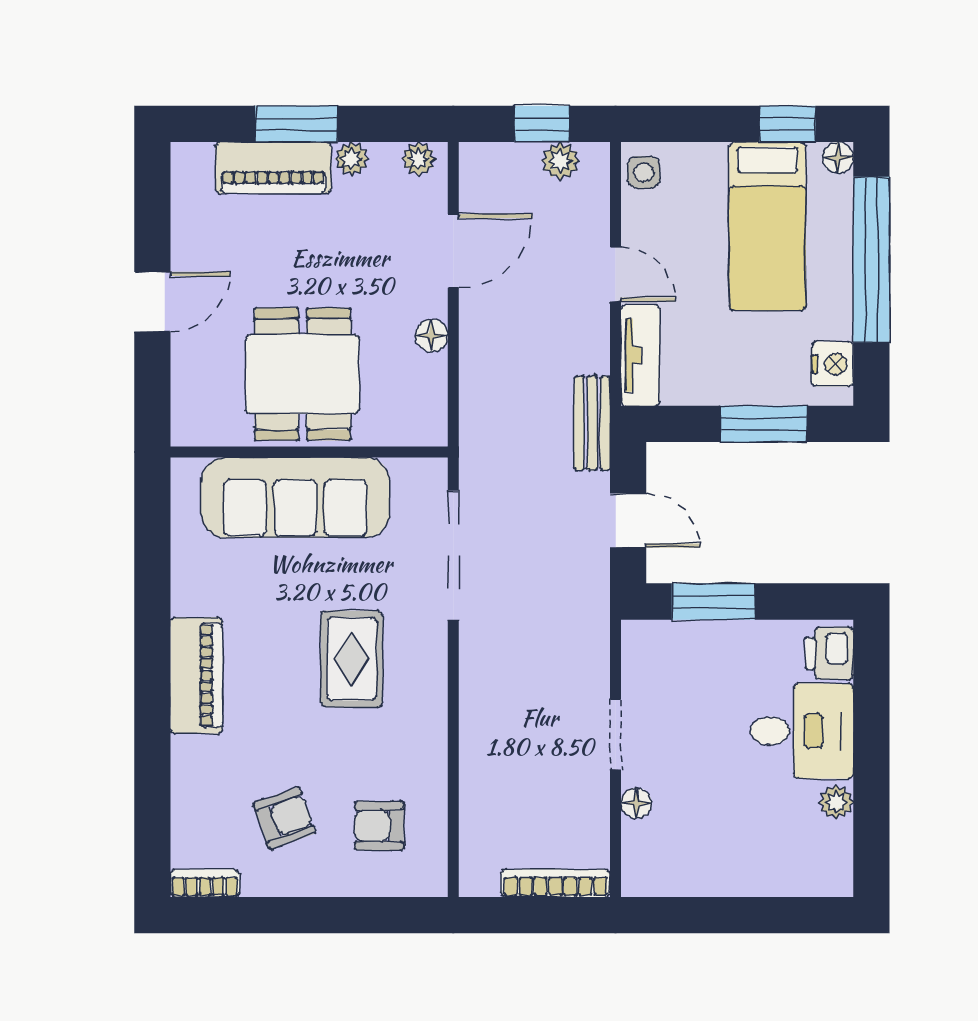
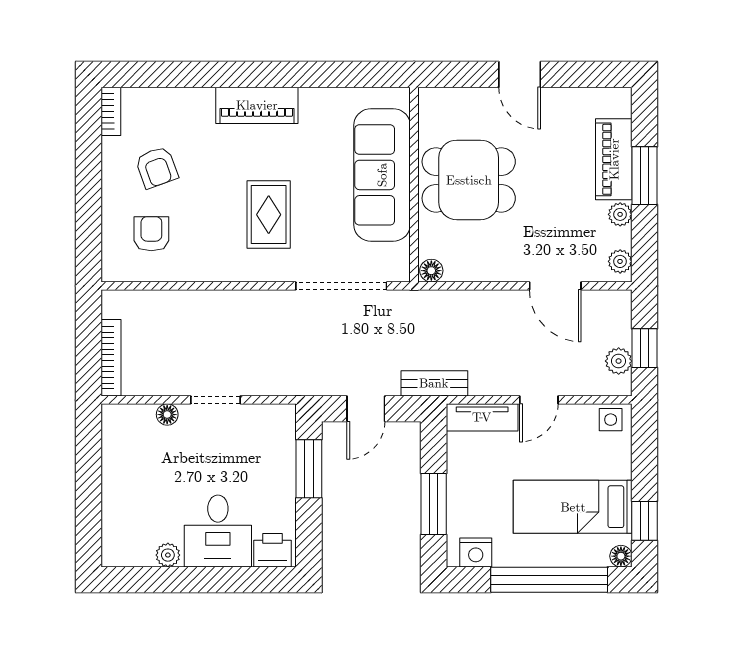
floor lamp: (432, 336) -> (431, 271), moved
rug: (352, 659) -> (269, 215), turned 90

